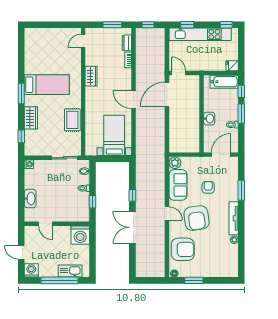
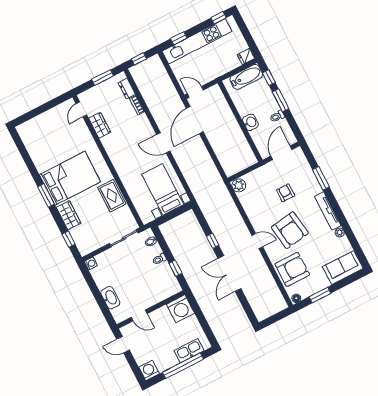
wardrobe: (91, 76) -> (100, 125), moved
bed: (47, 85) -> (70, 178), width x1.50
sofa: (178, 185) -> (343, 268), moved, turned -90
door: (21, 252) -> (123, 345), moved

